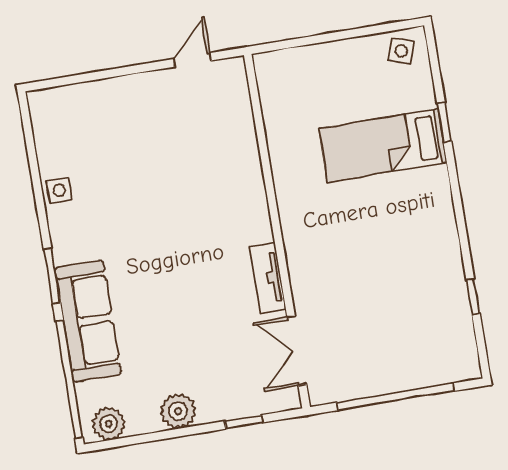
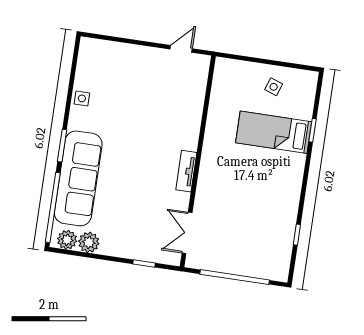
side table: (401, 51) -> (274, 87), moved
tv unit: (268, 278) -> (186, 171), moved
sofa: (88, 321) -> (78, 178), width x1.36, depth x1.27
plant: (178, 411) -> (89, 242), moved

